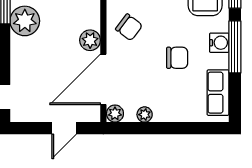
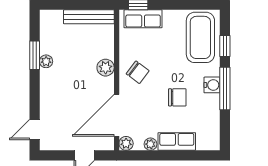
plant: (25, 21) -> (46, 61), width x0.53, depth x0.53
plant: (90, 40) -> (106, 68), moved
row of seats: (218, 93) -> (177, 141), moved, turned 90

